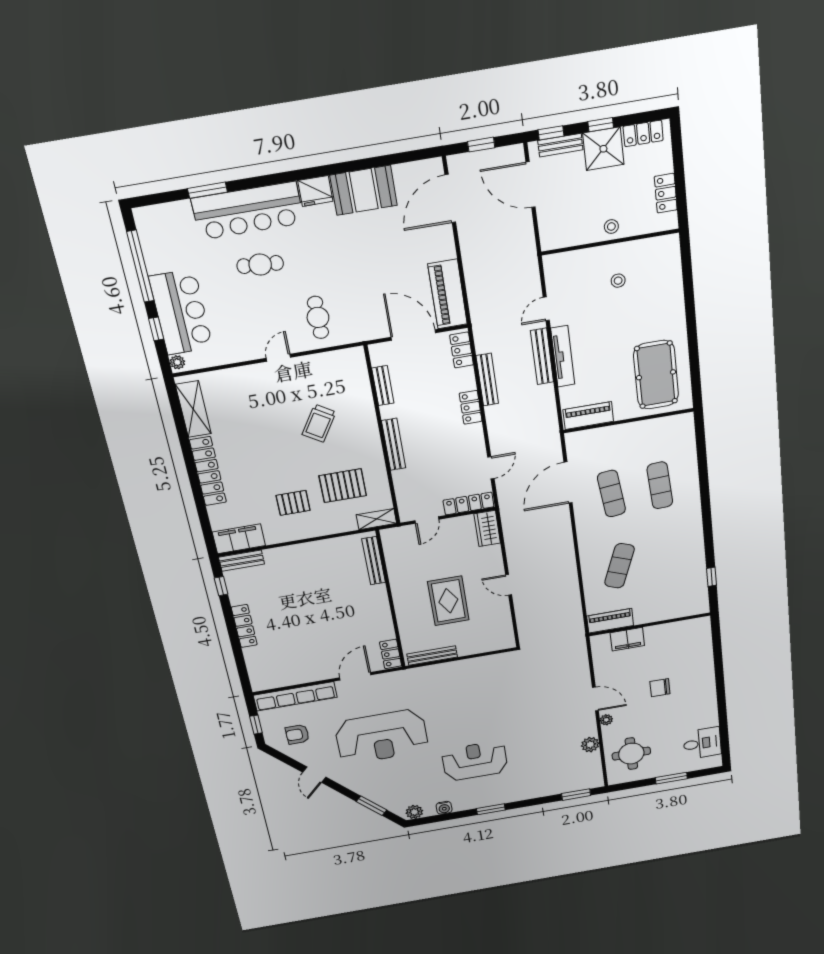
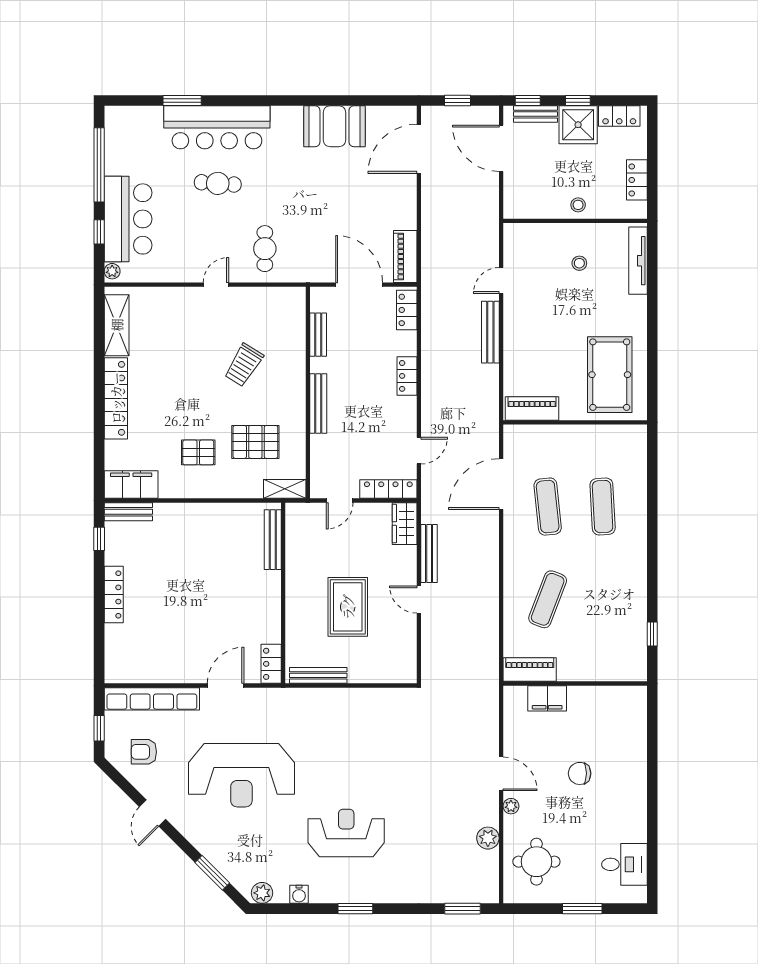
fridge: (315, 191) -> (287, 119), removed
piano: (448, 294) -> (405, 257), width x0.73, depth x0.75
tv unit: (563, 356) -> (638, 261), moved, turned 180
bench: (487, 380) -> (429, 553), moved

